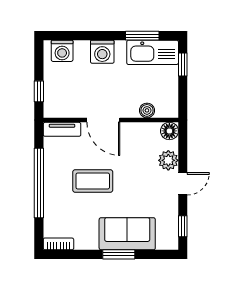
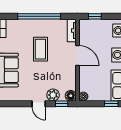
boiler: (147, 110) -> (83, 97), moved
door: (103, 120) -> (77, 56), swing flipped
window: (183, 226) -> (62, 104), moved

